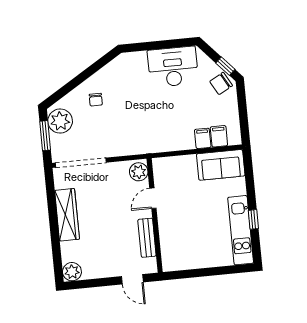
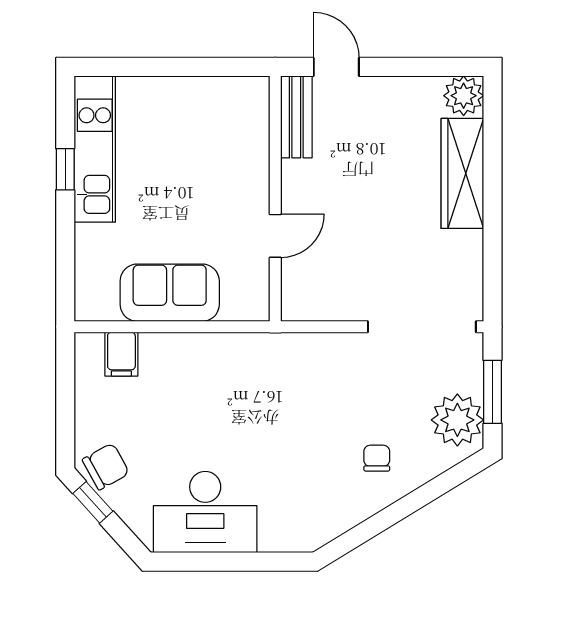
filing cabinet: (203, 138) -> (157, 353), removed
sofa: (221, 165) -> (170, 293), moved
plant: (139, 172) -> (300, 295), removed
wardrobe: (67, 215) -> (462, 173), moved
bench: (147, 238) -> (296, 117), moved

